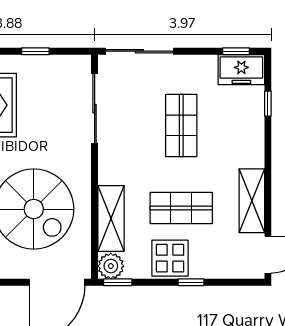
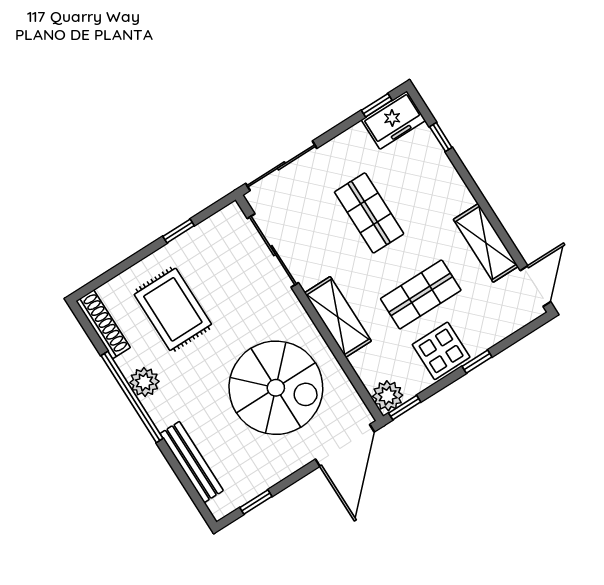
shelving: (111, 218) -> (338, 317), moved

